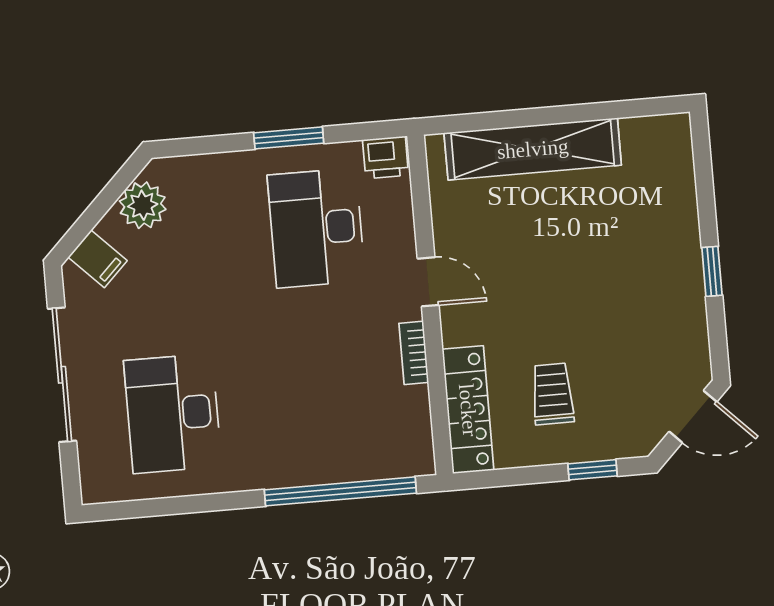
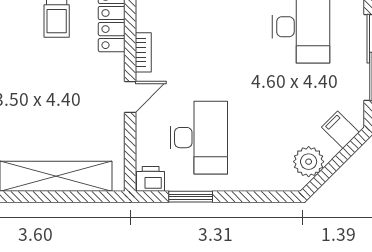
window: (289, 138) -> (191, 197), moved
door: (428, 282) -> (130, 97), swing flipped

